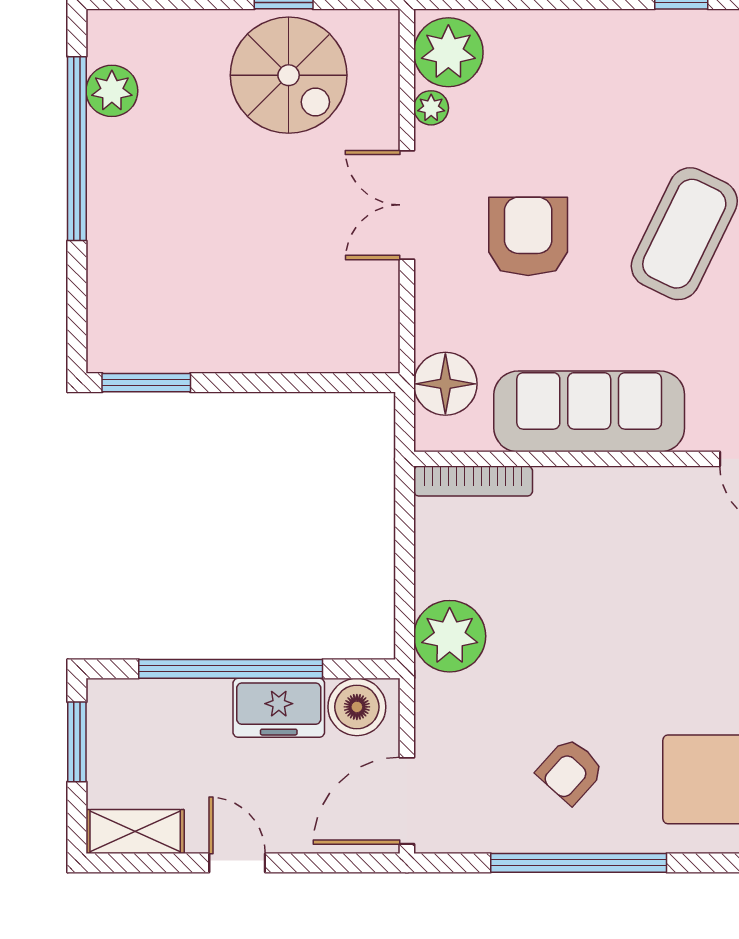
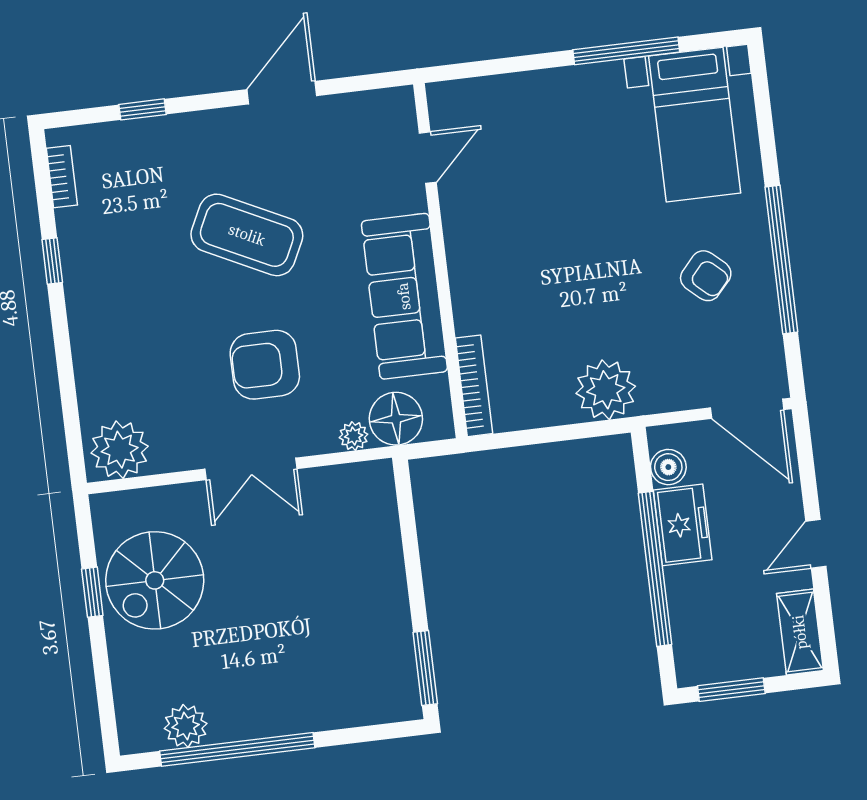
spiral stairs: (289, 75) -> (155, 580), turned 180
plant: (431, 108) -> (354, 436), moved
boiler: (357, 707) -> (668, 467), width x0.73, depth x0.73

